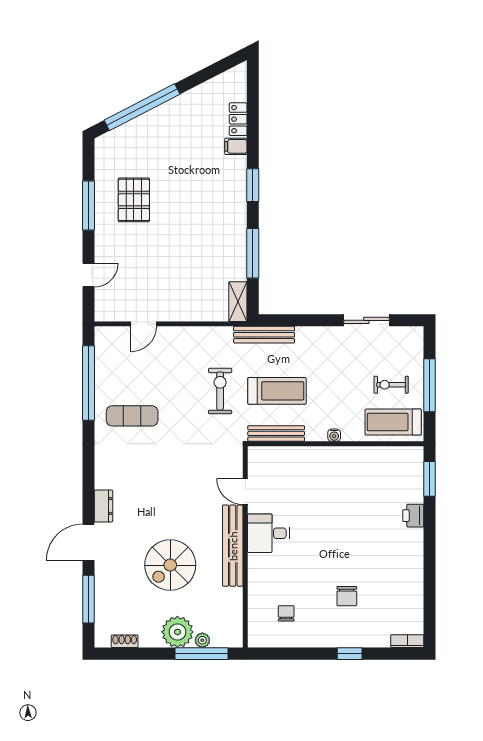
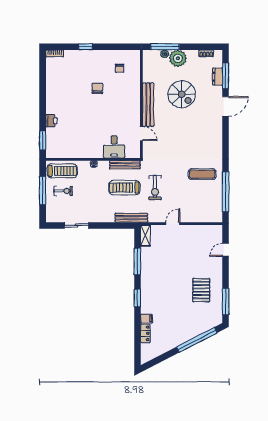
window: (88, 205) -> (226, 302), moved
door: (144, 324) -> (173, 224), moved
dresser: (103, 506) -> (218, 77), moved
desk: (269, 533) -> (114, 147), moved, turned 90
spiral stairs: (170, 565) -> (182, 94), turned 90
chair: (347, 596) -> (97, 88), moved

